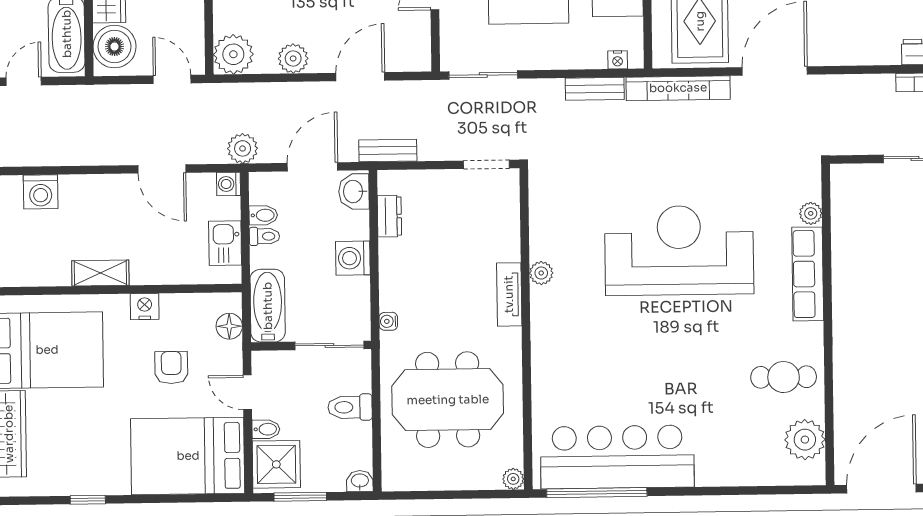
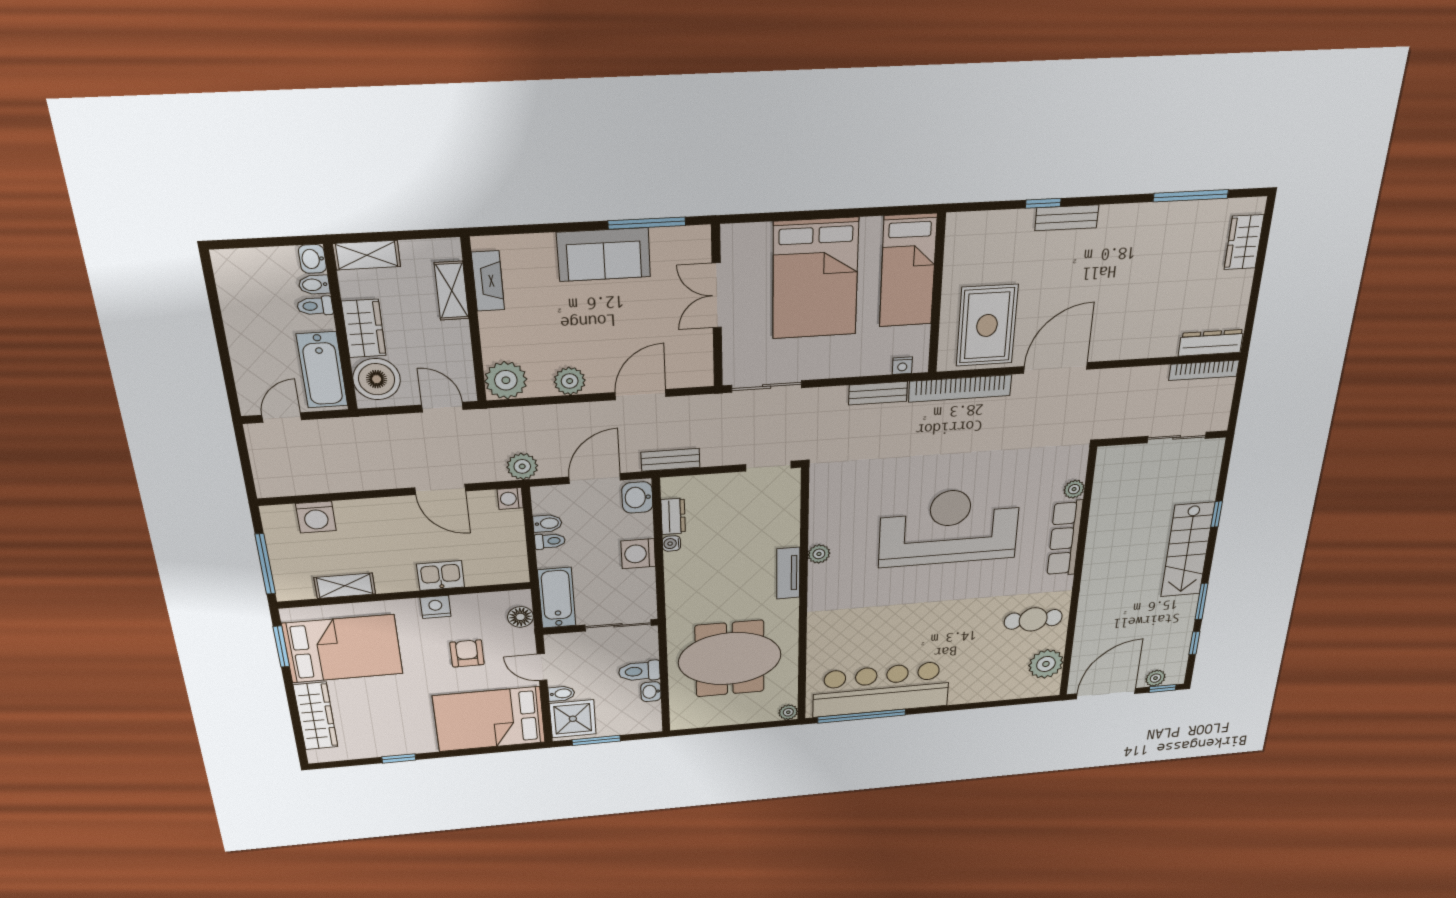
kitchen sink: (225, 243) -> (441, 576), moved, turned 90
shelving: (100, 273) -> (345, 586), moved
water cooler: (388, 321) -> (672, 543), moved
washbasin: (360, 481) -> (651, 692), moved, turned -90

